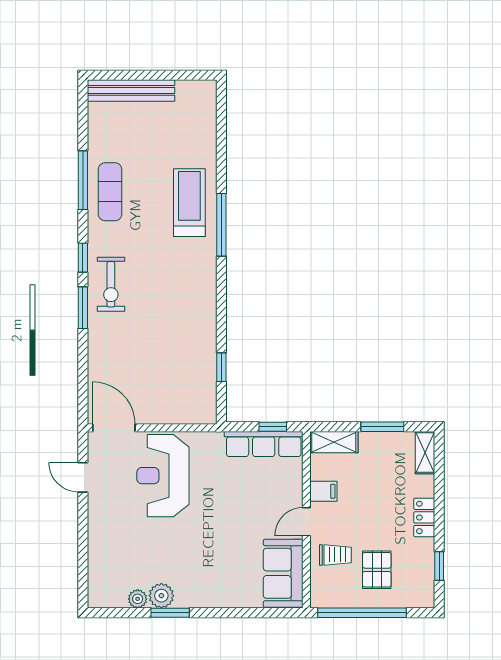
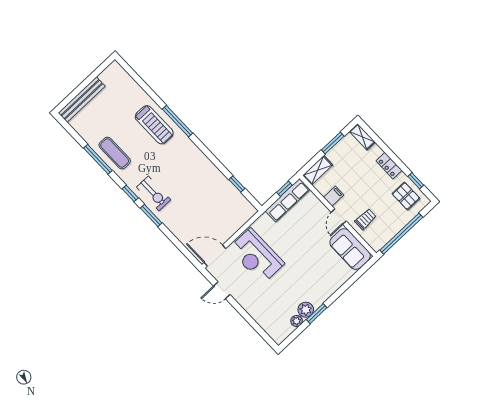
treadmill: (189, 203) -> (154, 125), turned 180
pallet: (377, 570) -> (406, 196), moved

